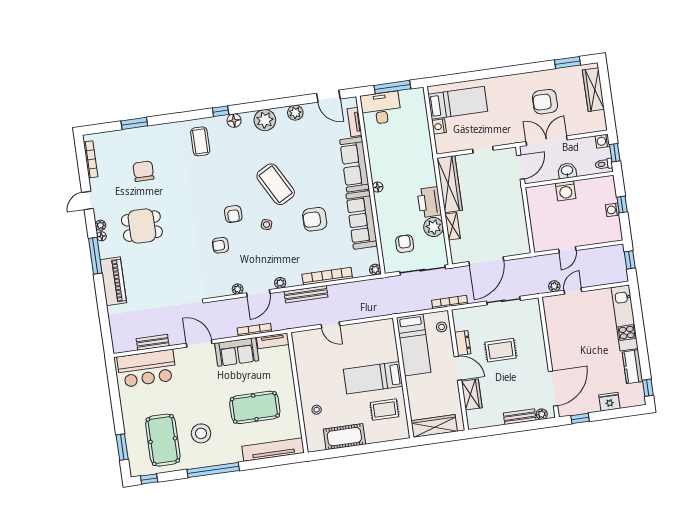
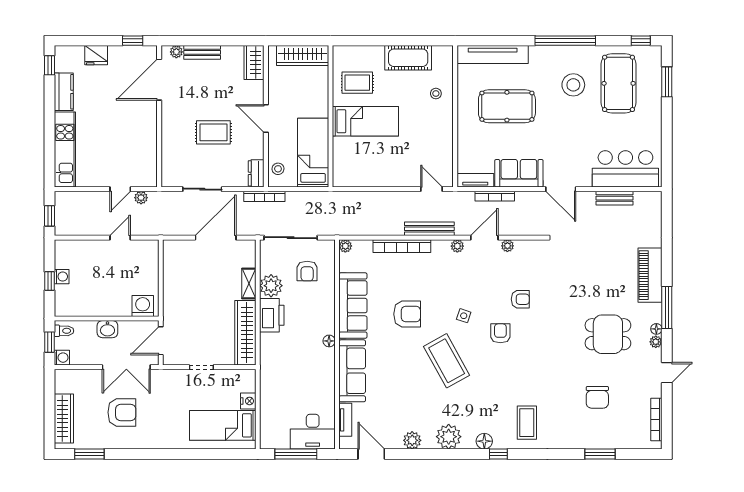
washing machine: (566, 191) -> (143, 306), moved
door: (330, 325) -> (431, 189), moved
dresser: (463, 343) -> (256, 173), moved
wardrobe: (472, 394) -> (254, 63), moved

